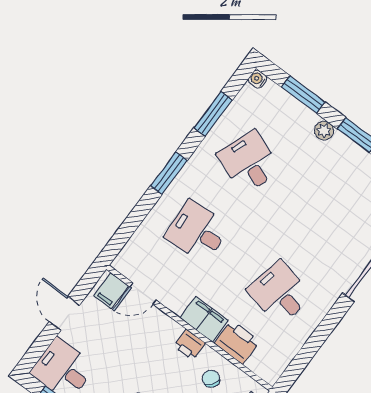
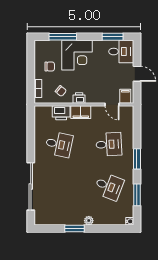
window: (303, 95) -> (107, 229), removed
door: (143, 293) -> (112, 104), swing flipped

